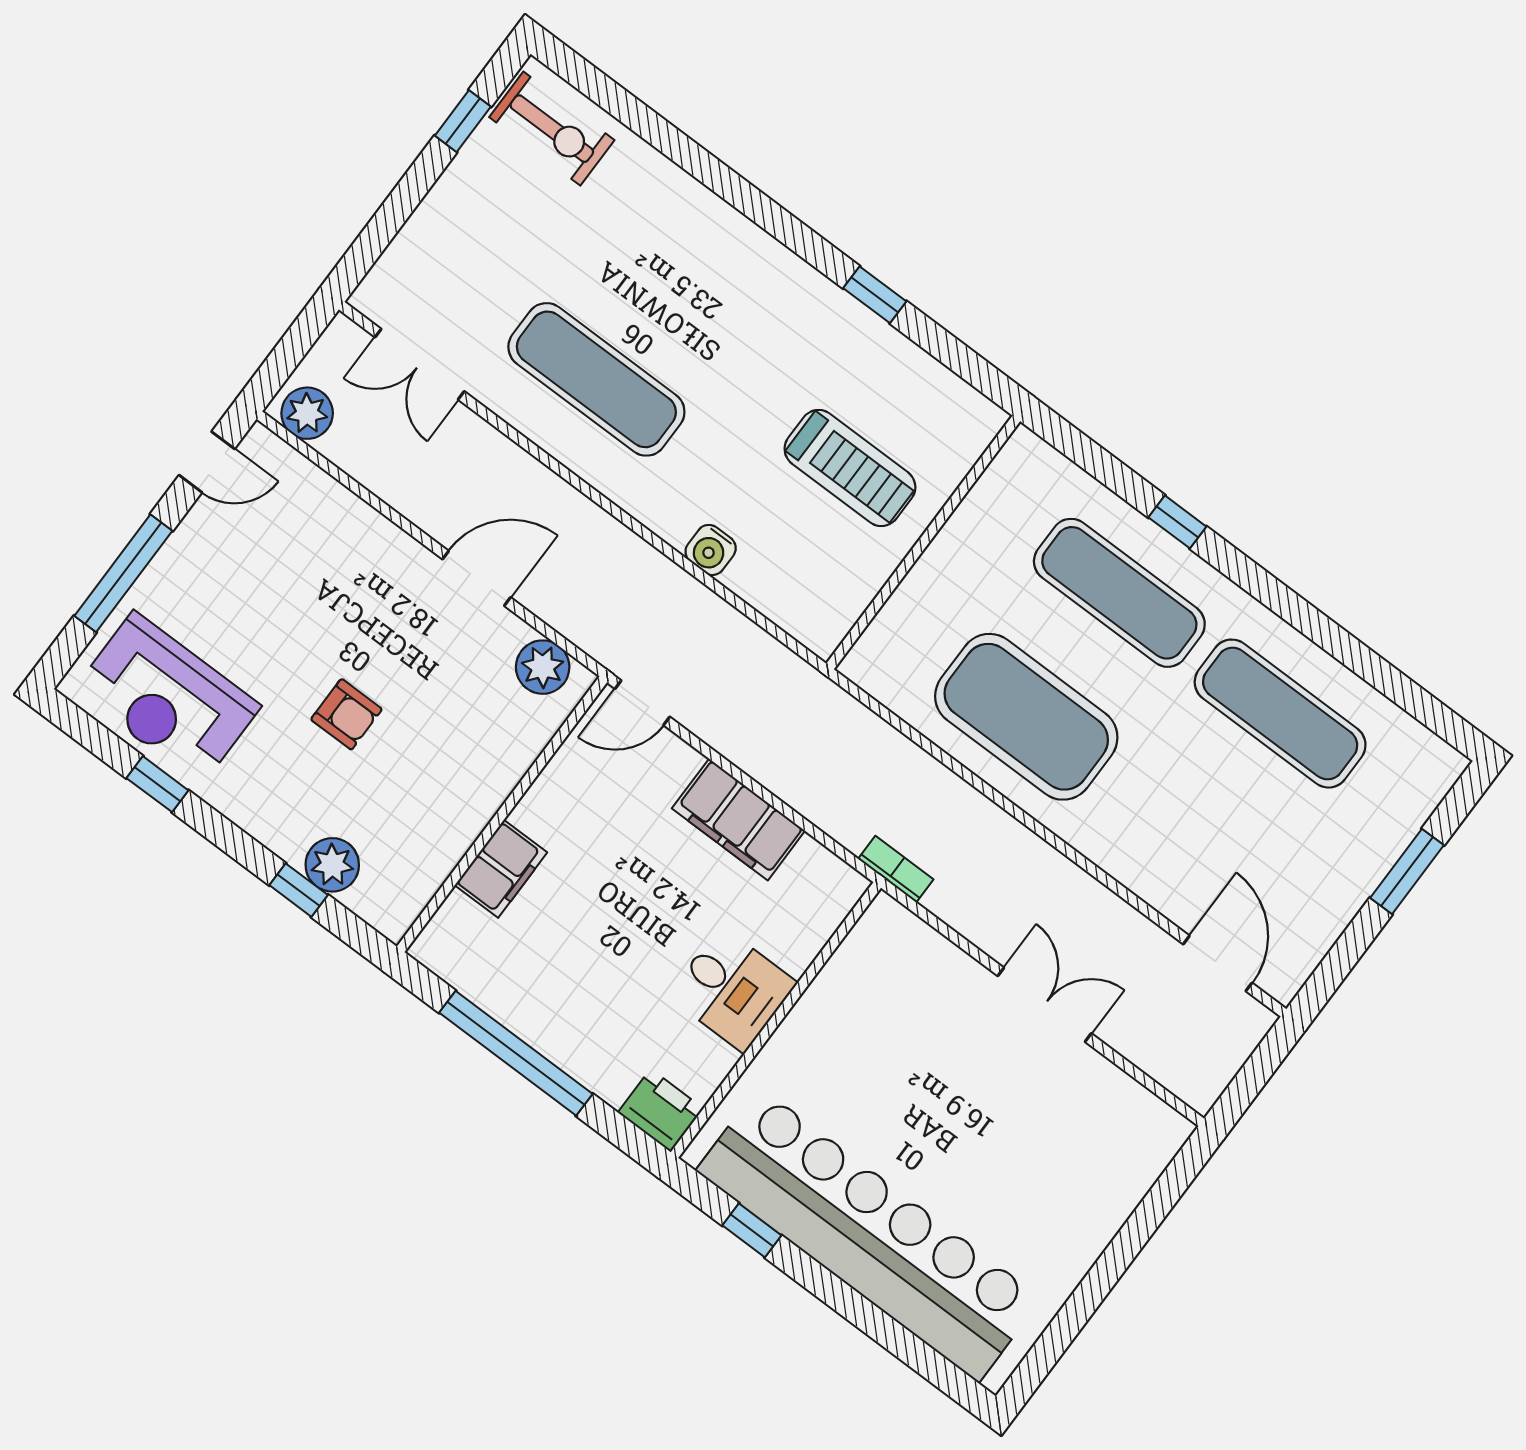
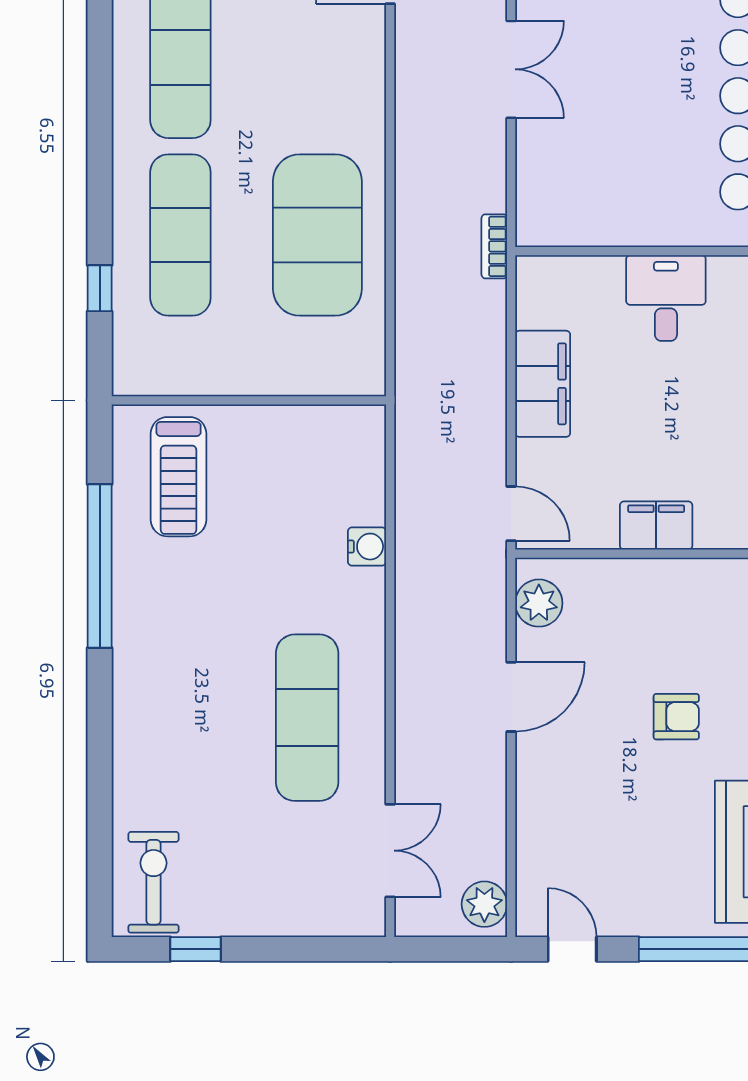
window: (875, 295) -> (100, 566), width x3.17
treadmill: (850, 468) -> (179, 477), moved, turned 180
window: (1177, 522) -> (100, 288), moved
door: (477, 578) -> (511, 697), swing flipped
armchair: (346, 714) -> (676, 717), turned 90
filing cabinet: (501, 869) -> (656, 526), moved
double door: (1044, 1005) -> (511, 69), swing flipped

